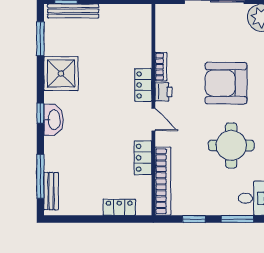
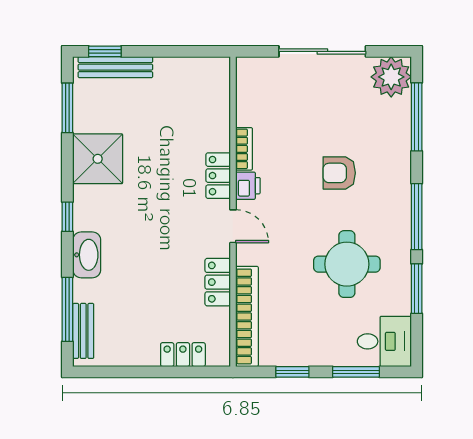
armchair: (226, 83) -> (339, 173), width x0.53, depth x0.53
washbasin: (54, 120) -> (87, 255), moved

